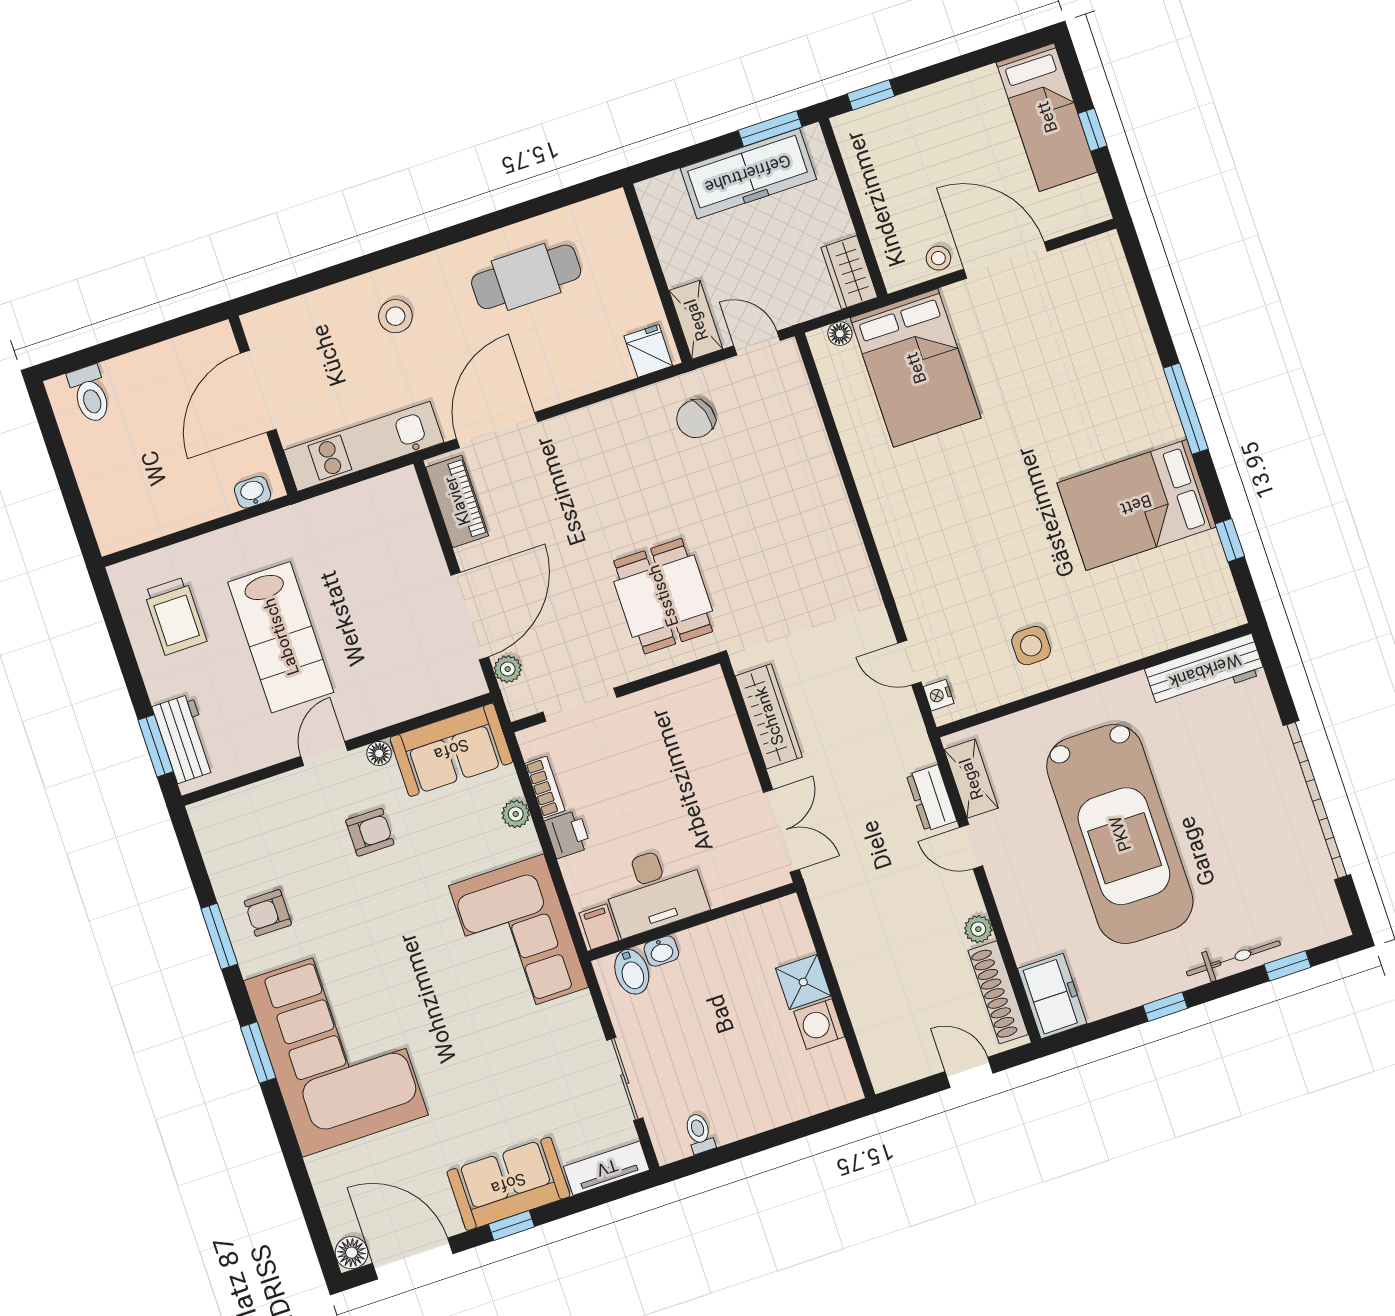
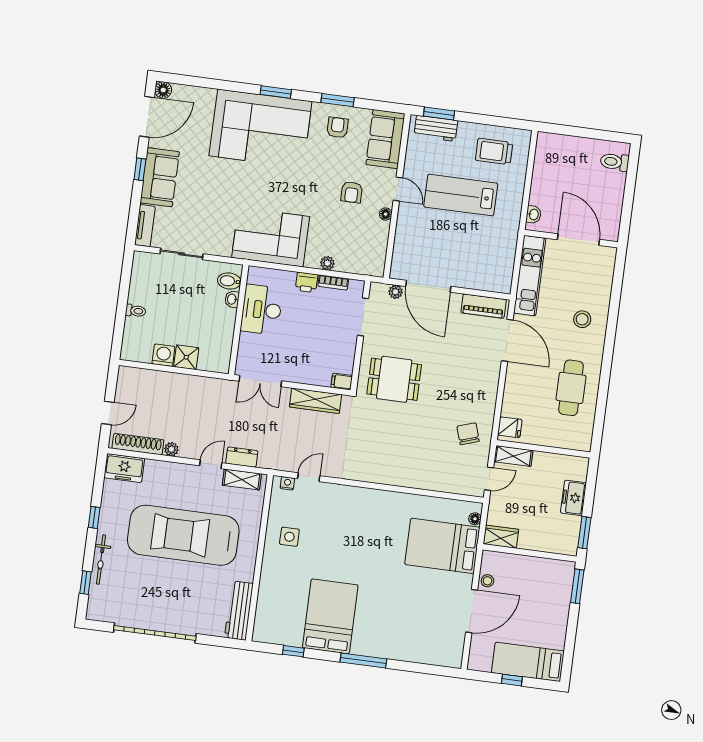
window: (871, 95) -> (577, 586), width x1.50
freezer: (748, 174) -> (573, 498), width x0.52, depth x0.79
sofa: (451, 750) -> (385, 139), moved
filing cabinet: (599, 927) -> (342, 382), moved, turned 180
toilet: (699, 1133) -> (136, 311), moved

